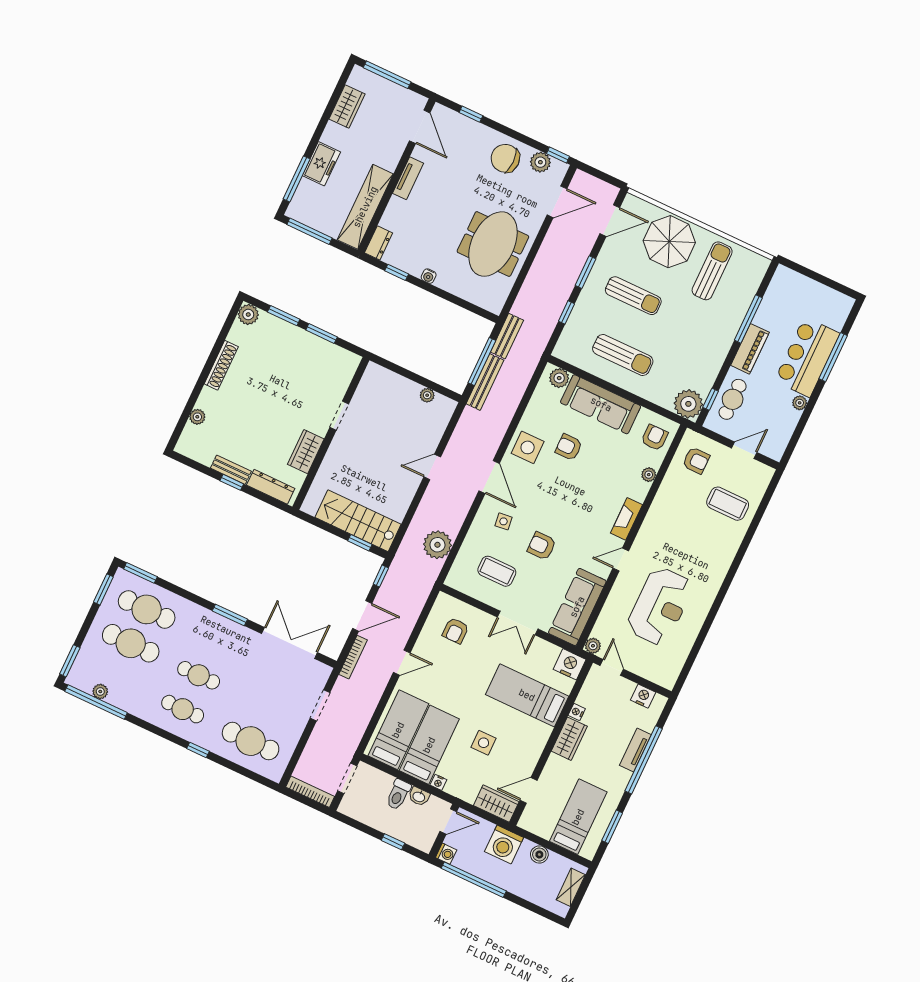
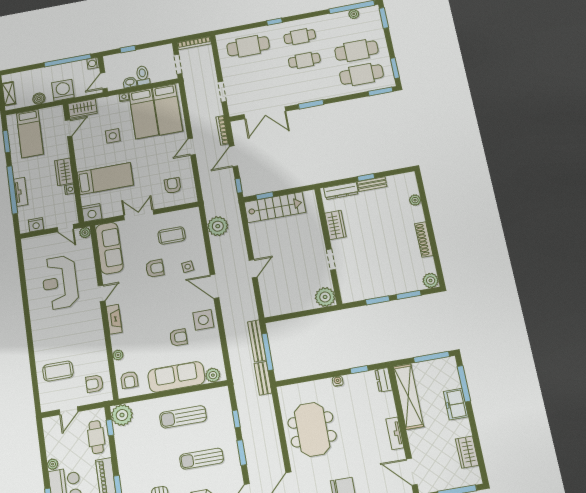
plant: (427, 395) -> (325, 297), moved, width x1.87, depth x1.87

